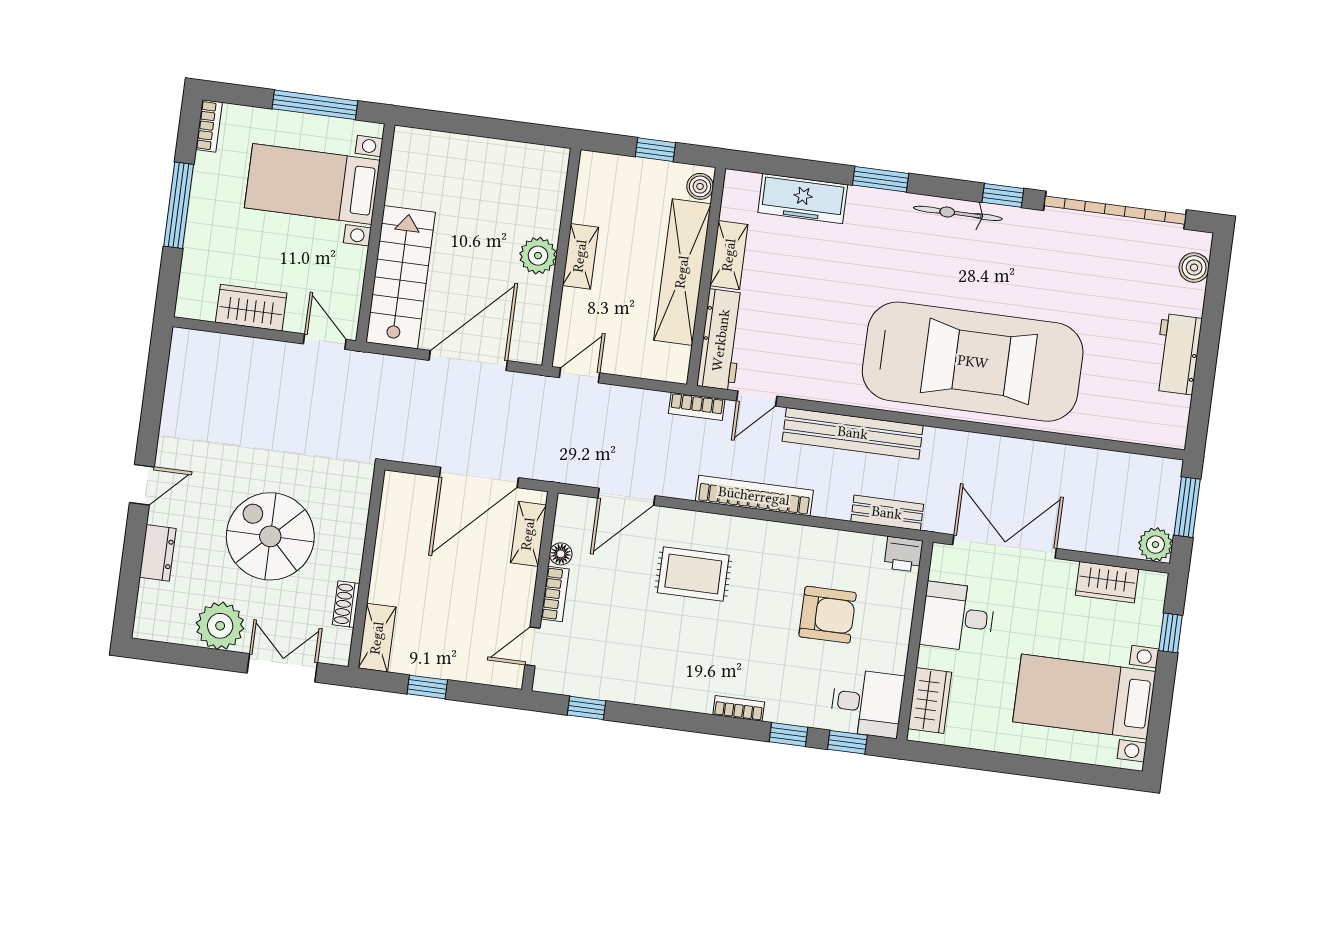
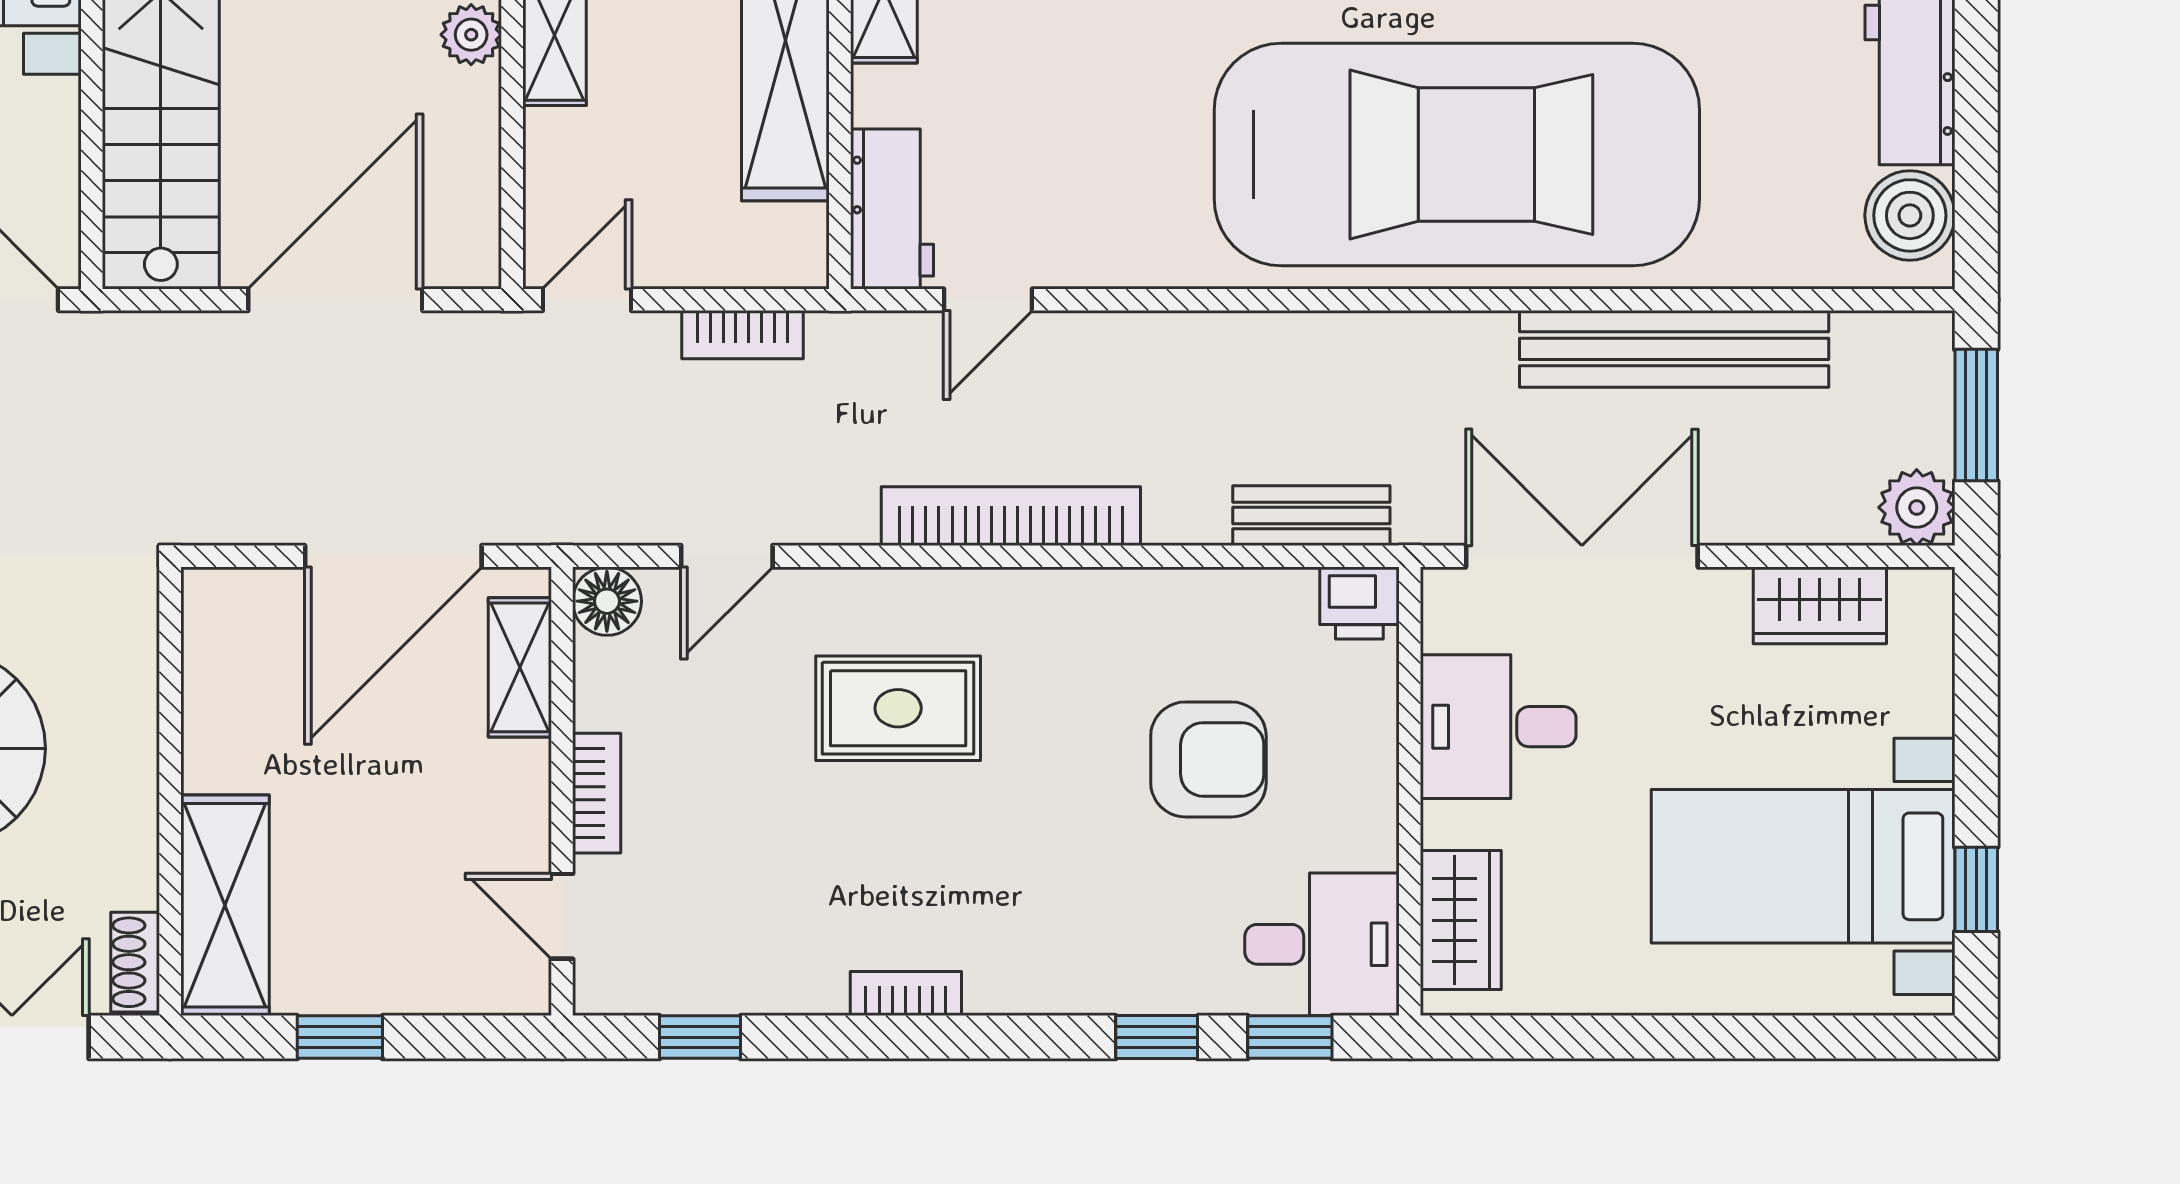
plant: (538, 256) -> (471, 35), width x0.73, depth x0.73
workbench: (721, 340) -> (892, 209), width x0.73
bookcase: (697, 406) -> (742, 335), moved
boiler: (1169, 415) -> (1910, 215), added
bench: (853, 433) -> (1674, 349), moved
door: (626, 497) -> (727, 556), width x0.73
floor lamp: (561, 554) -> (607, 601), moved, width x1.37, depth x1.37
shoe rack: (346, 604) -> (135, 962), moved
window: (1171, 633) -> (1976, 889), moved
shelving: (377, 638) -> (225, 905), width x1.50, depth x1.33
door: (533, 646) -> (562, 916), hinge flipped
bookcase: (739, 708) -> (906, 994), moved

